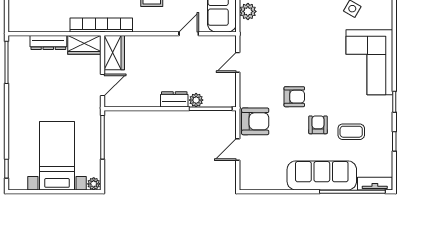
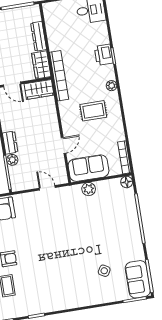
door: (189, 34) -> (64, 146), hinge flipped
corner sofa: (369, 62) -> (64, 291), removed
armchair: (294, 97) -> (28, 236), removed

